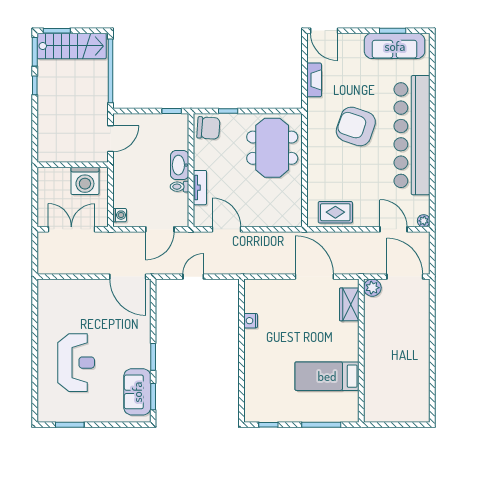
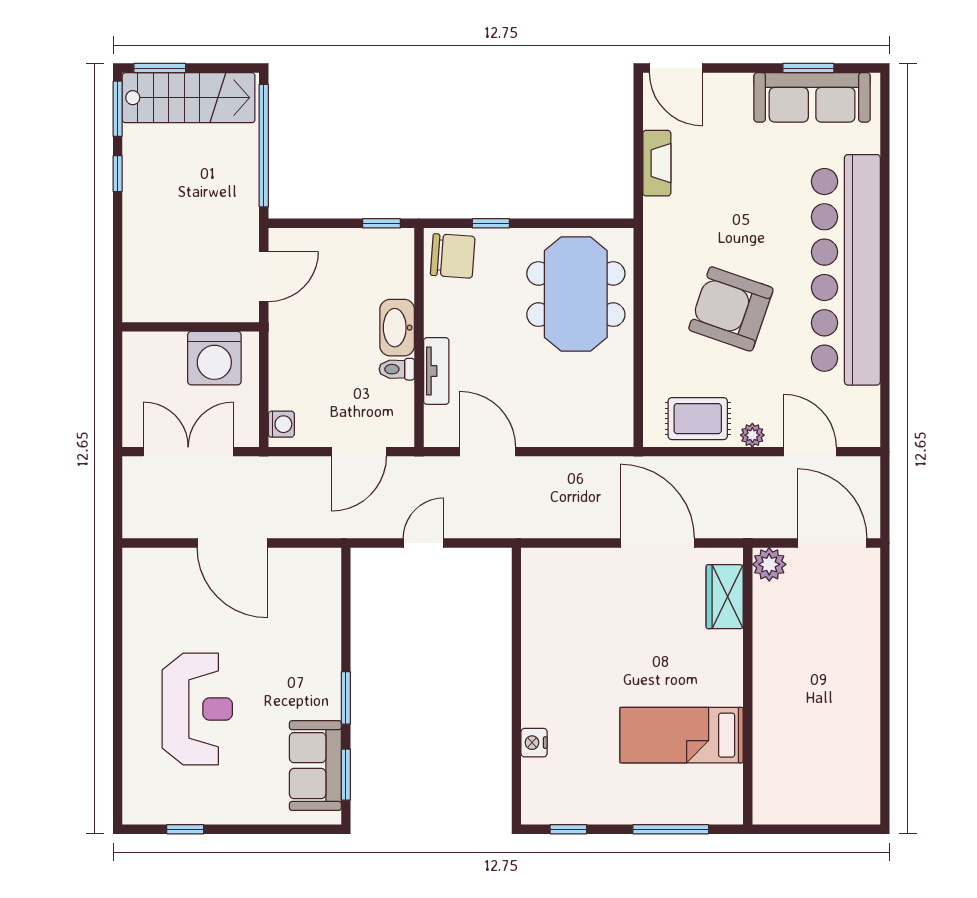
armchair: (356, 126) -> (731, 309), moved
plant: (424, 221) -> (752, 435), moved
door: (128, 277) -> (232, 543), moved
nightstand: (251, 321) -> (534, 743), moved
window: (70, 425) -> (185, 829), width x0.67

